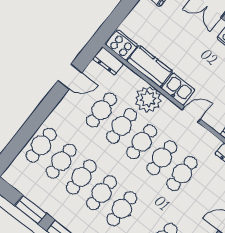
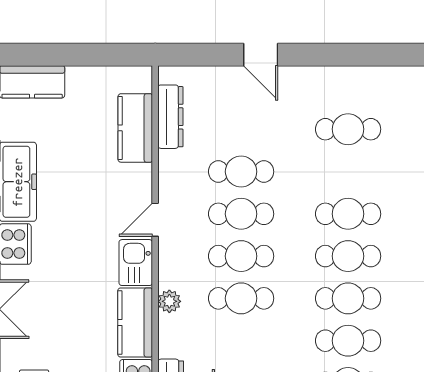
plant: (148, 99) -> (169, 301), width x0.53, depth x0.53
cafe table: (101, 110) -> (241, 341), removed
door: (191, 114) -> (155, 220), hinge flipped

